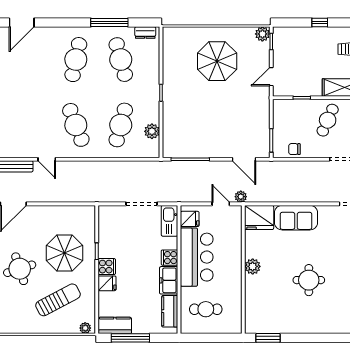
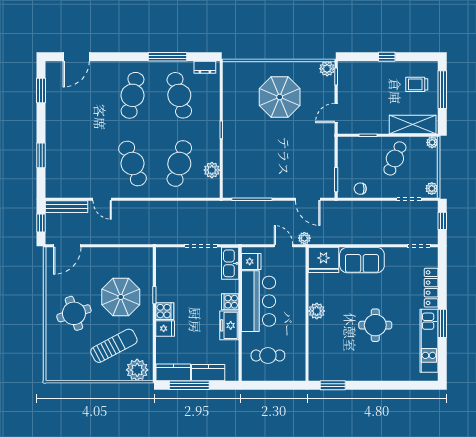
kitchen counter: (170, 311) -> (208, 373), moved, turned 90
plant: (85, 328) -> (137, 370), width x1.88, depth x1.88

